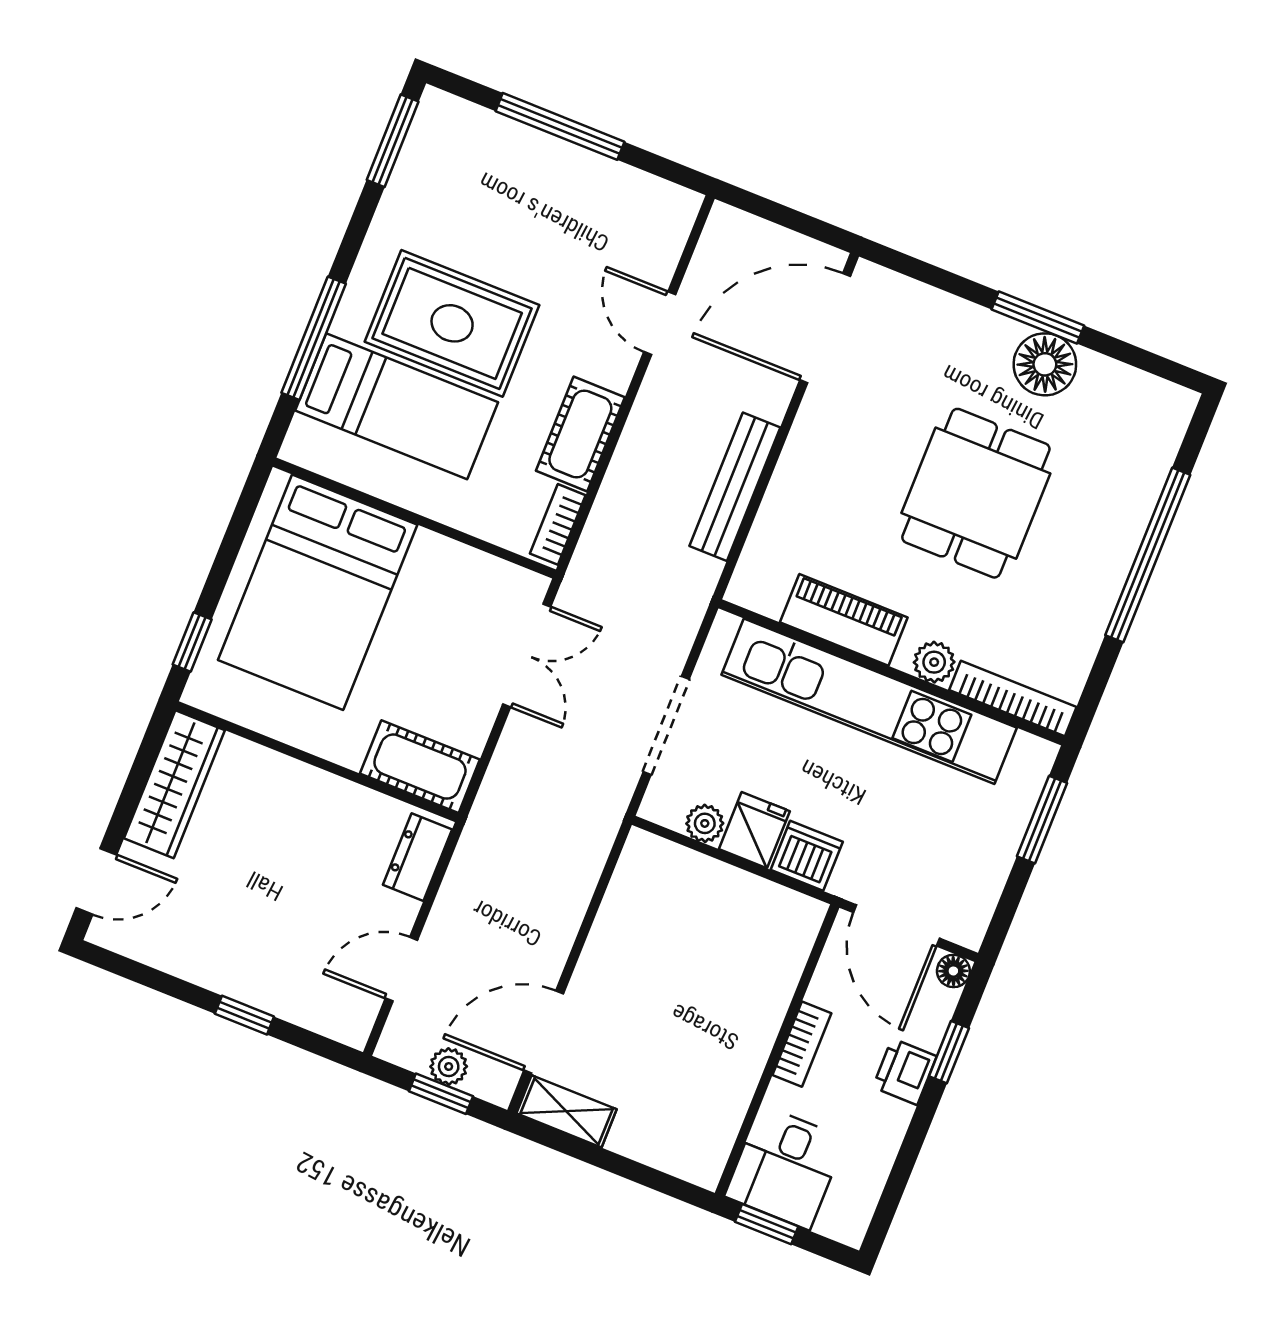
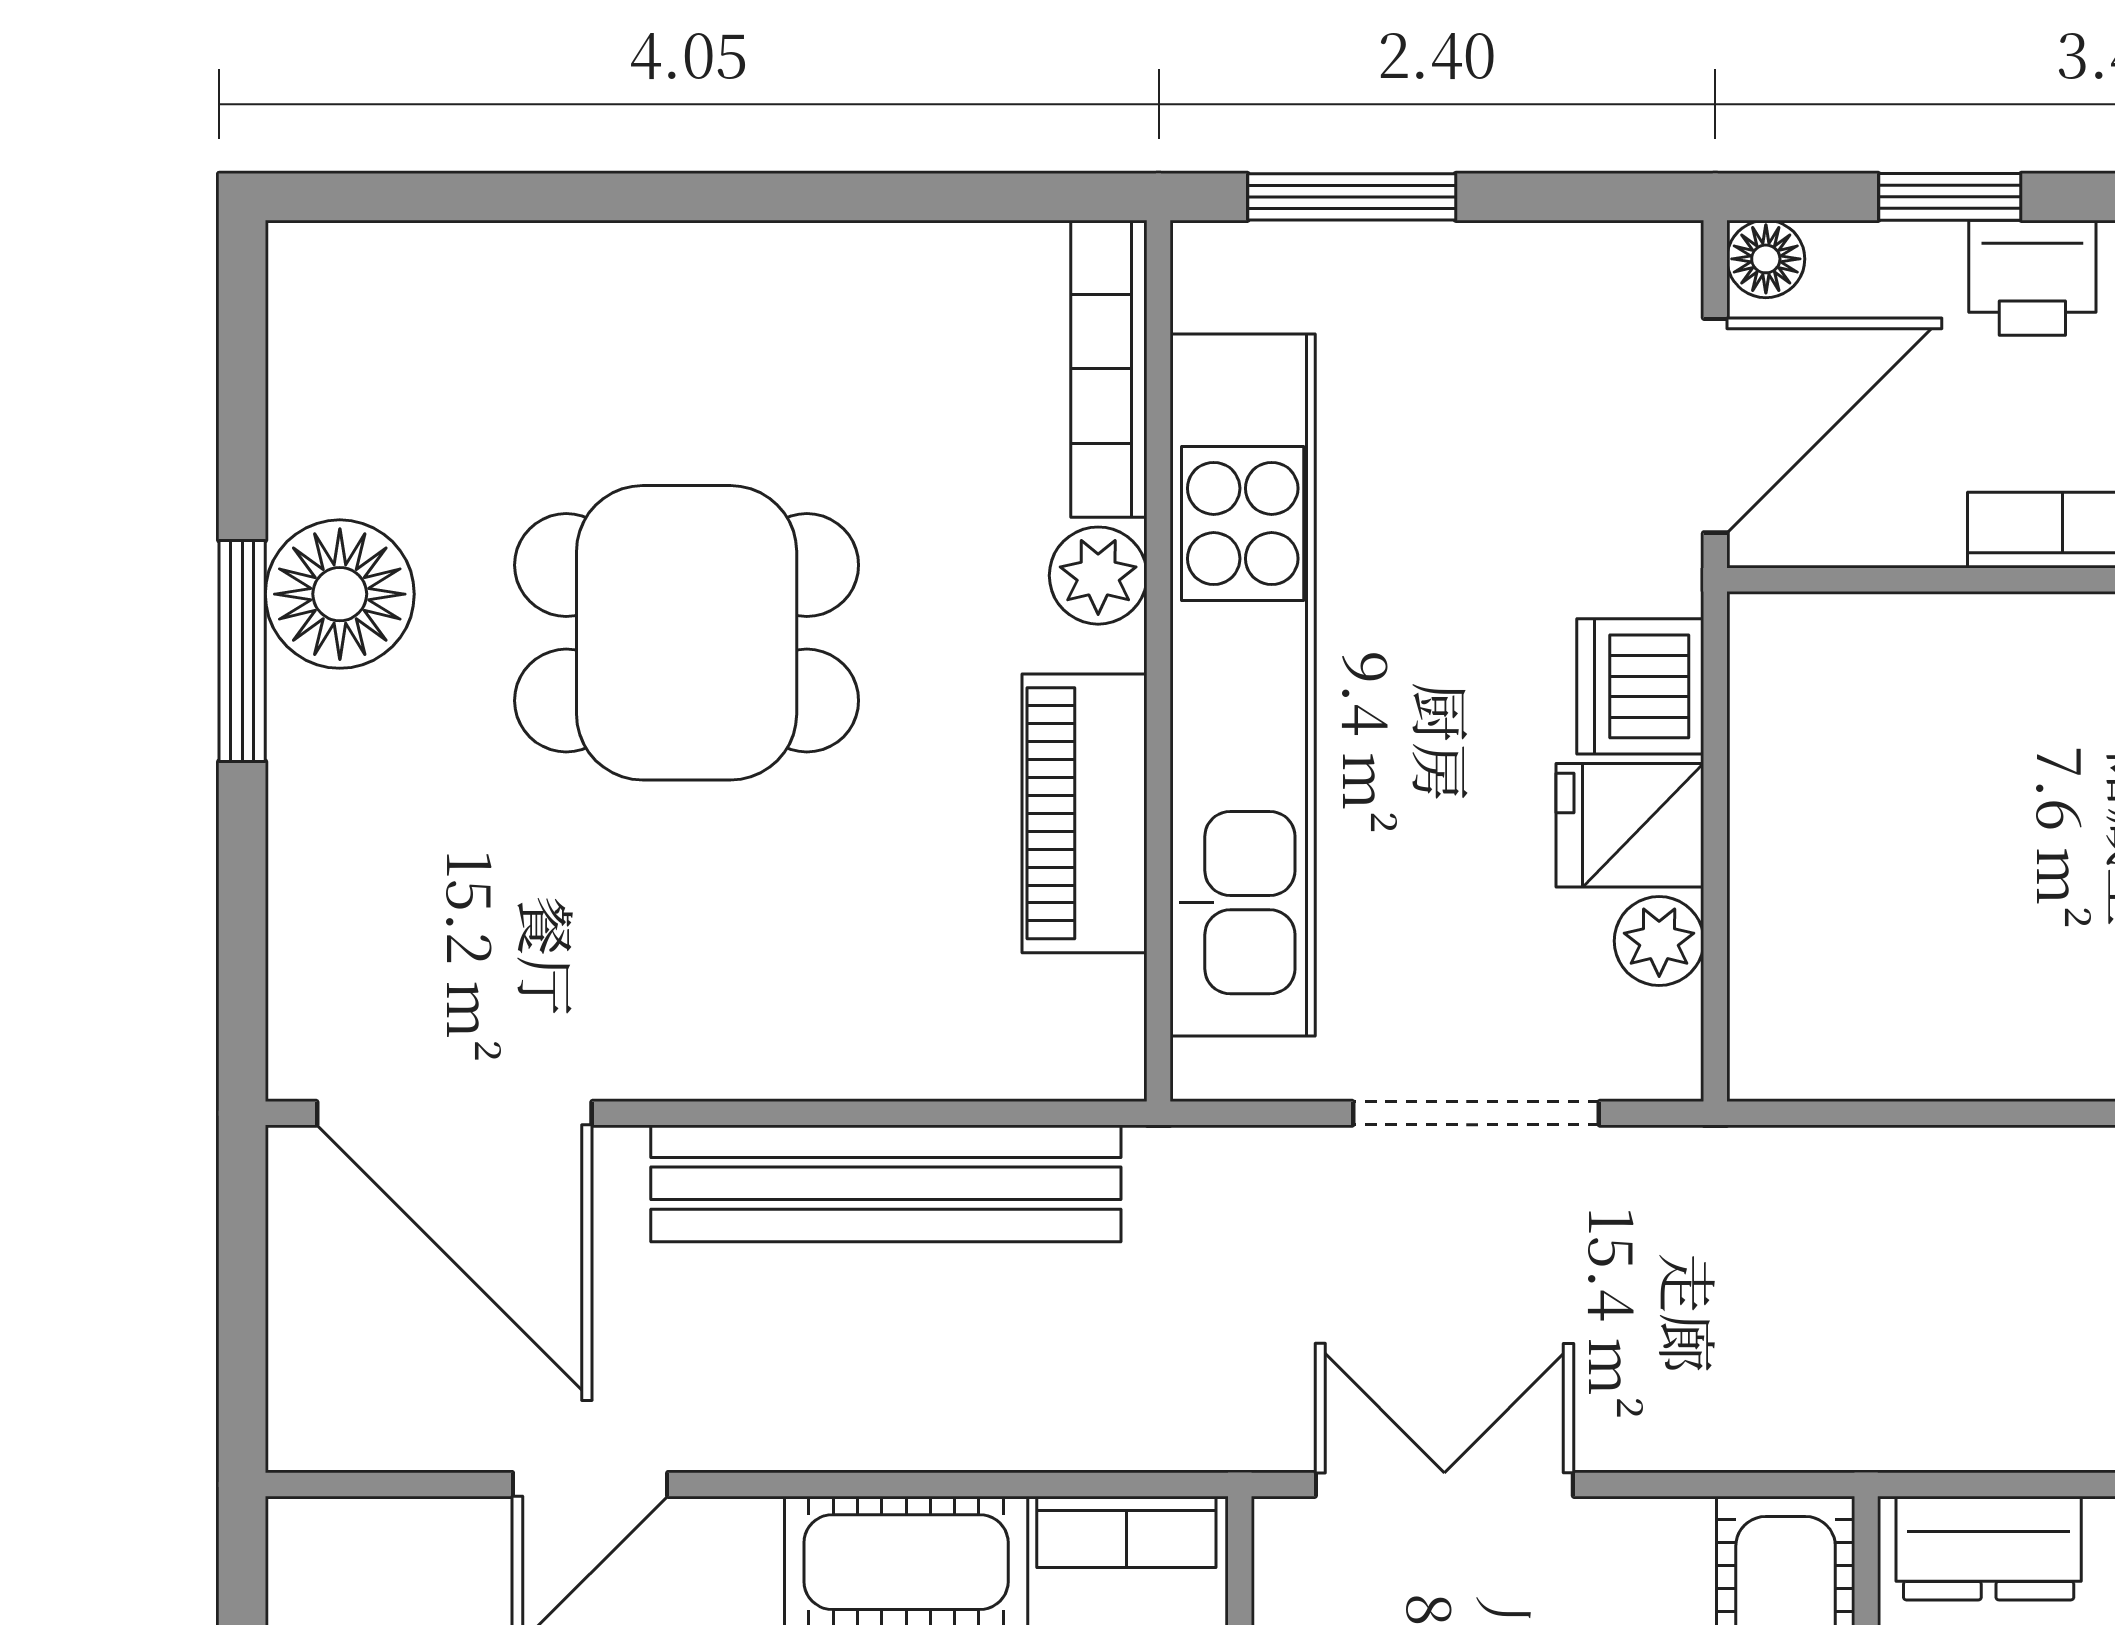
bench: (735, 487) -> (886, 1183), width x1.37, depth x1.21
window: (1148, 555) -> (671, 197), removed

